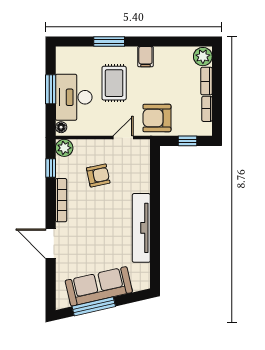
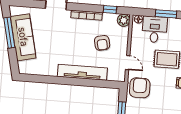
desk: (74, 97) -> (155, 29), width x0.73
tv unit: (141, 228) -> (82, 72), moved

